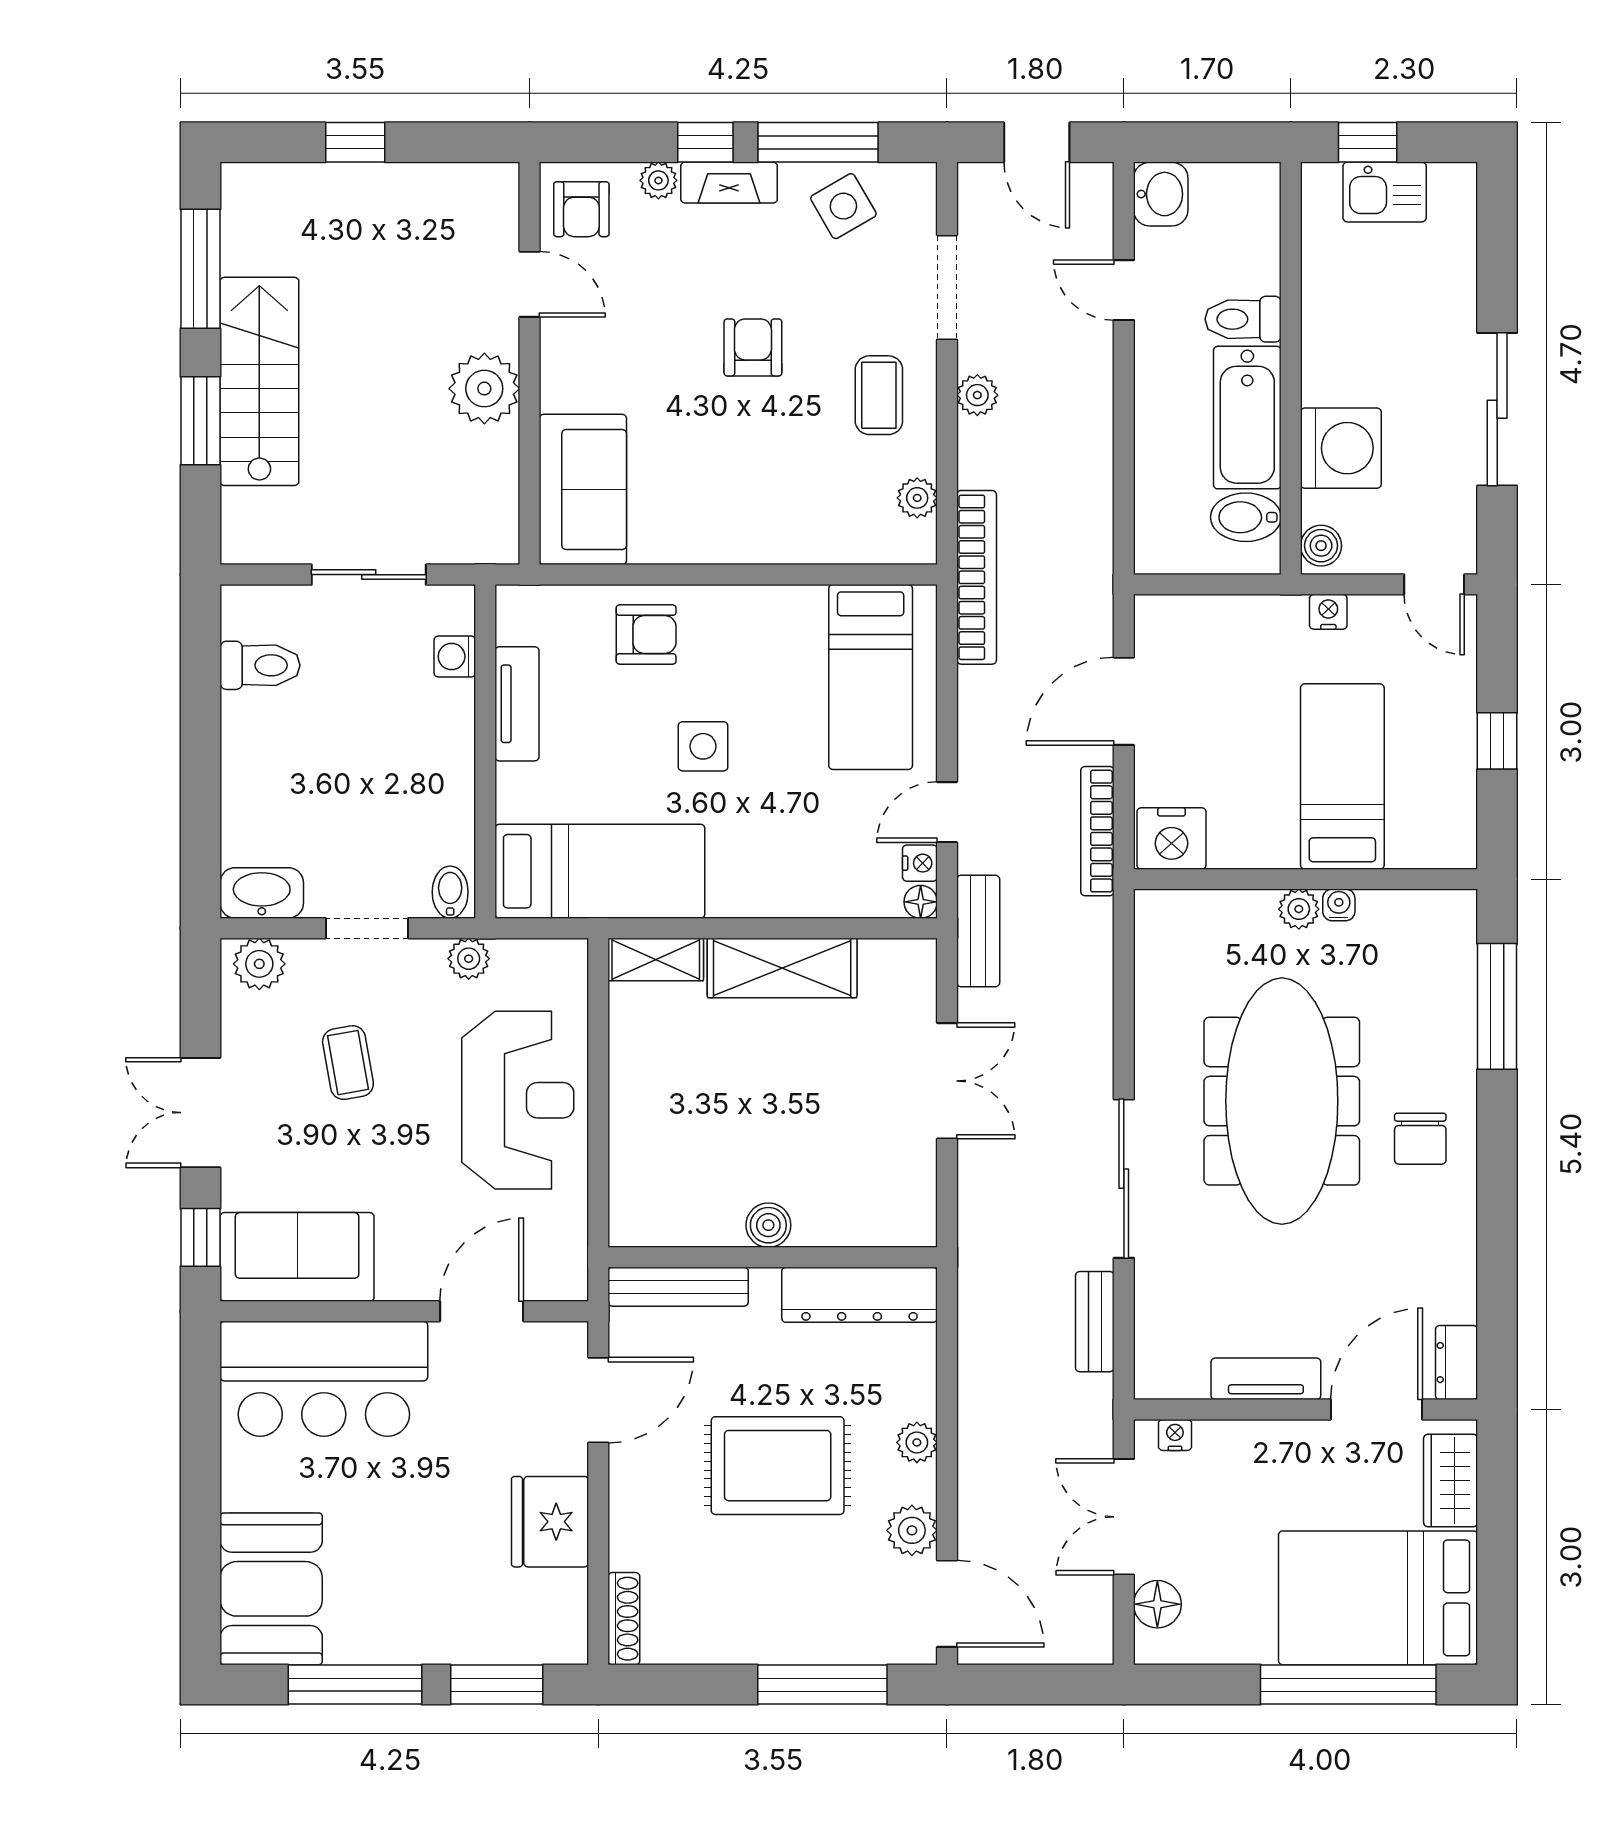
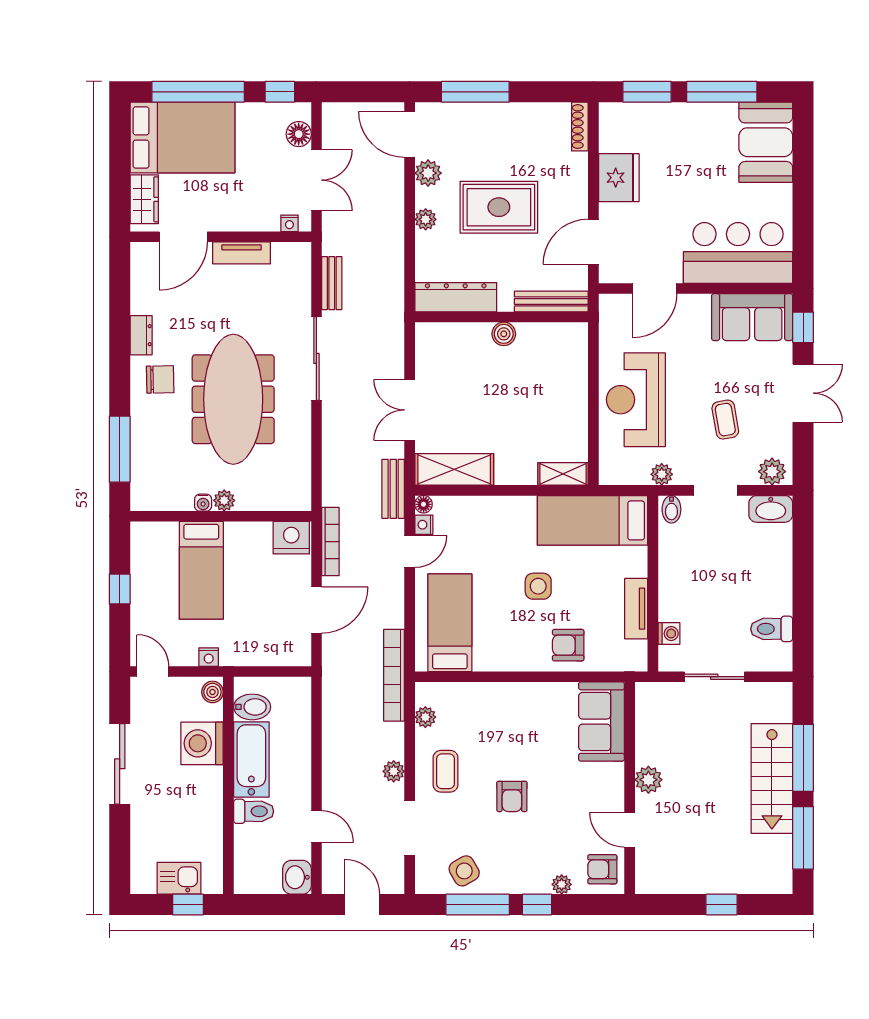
fireplace: (729, 183) -> (524, 883), removed
armchair: (581, 209) -> (602, 869), turned -90
plant: (484, 389) -> (648, 780), width x0.73, depth x0.73
window: (200, 421) -> (803, 758), width x1.44
shelving: (782, 968) -> (454, 469), moved
chair: (1420, 1139) -> (160, 379), turned 89
dresser: (1457, 1363) -> (141, 335), moved
window: (1193, 1685) -> (280, 92), added

